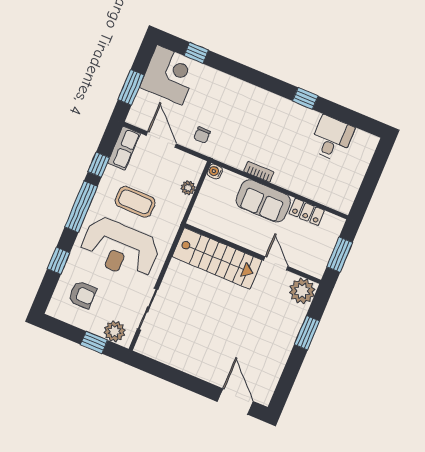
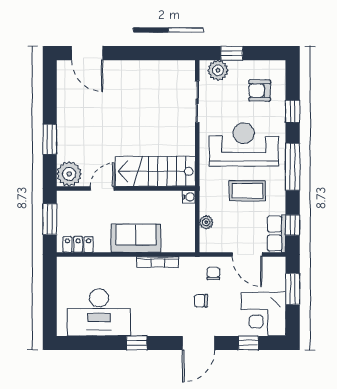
door: (245, 73) -> (198, 343), added
chair: (225, 113) -> (201, 301), added
desk: (332, 138) -> (99, 312), width x1.87, depth x1.30
window: (99, 165) -> (293, 225), moved
water cooler: (215, 172) -> (189, 197), moved
bookcase: (259, 172) -> (158, 262), width x1.56
locker: (307, 212) -> (78, 244), moved
door: (276, 263) -> (102, 188), swing flipped

